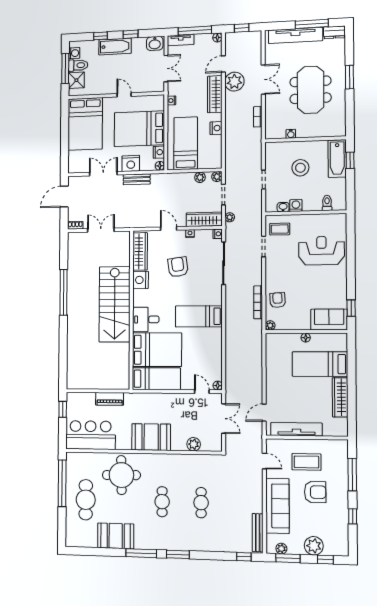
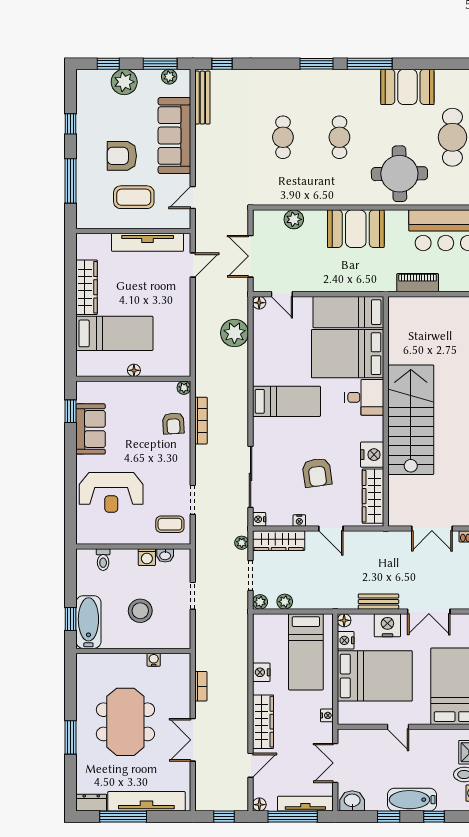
tv unit: (181, 40) -> (305, 804), width x1.41
plant: (234, 82) -> (234, 333), moved
sofa: (329, 319) -> (91, 429), moved, turned -90
door: (264, 461) -> (193, 198), hinge flipped

